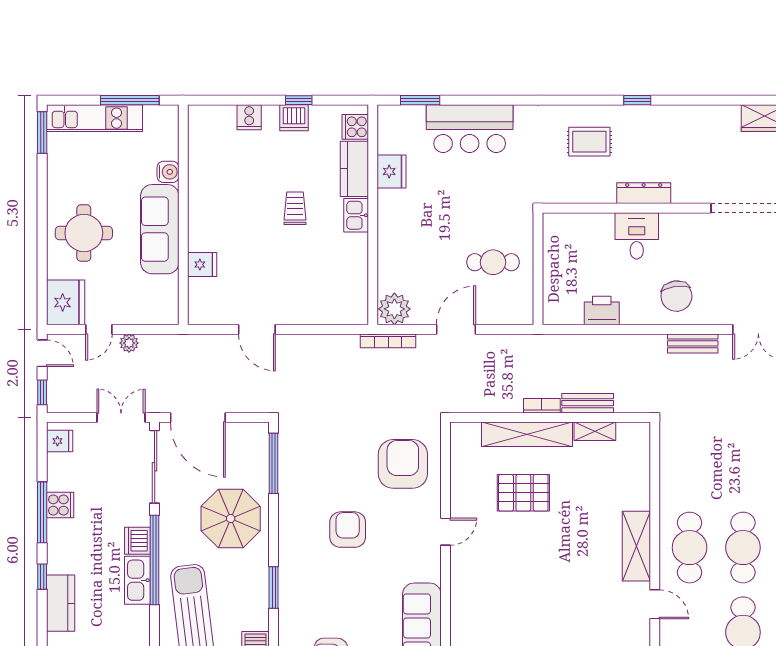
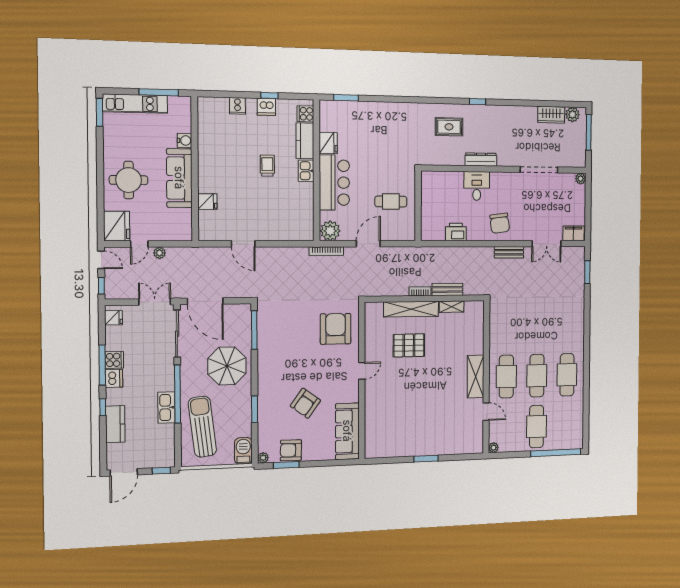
bar counter: (470, 129) -> (334, 183), moved, turned -90
armchair: (348, 530) -> (305, 403), moved, turned -144
dishwasher: (137, 541) -> (114, 378), moved, turned 180

